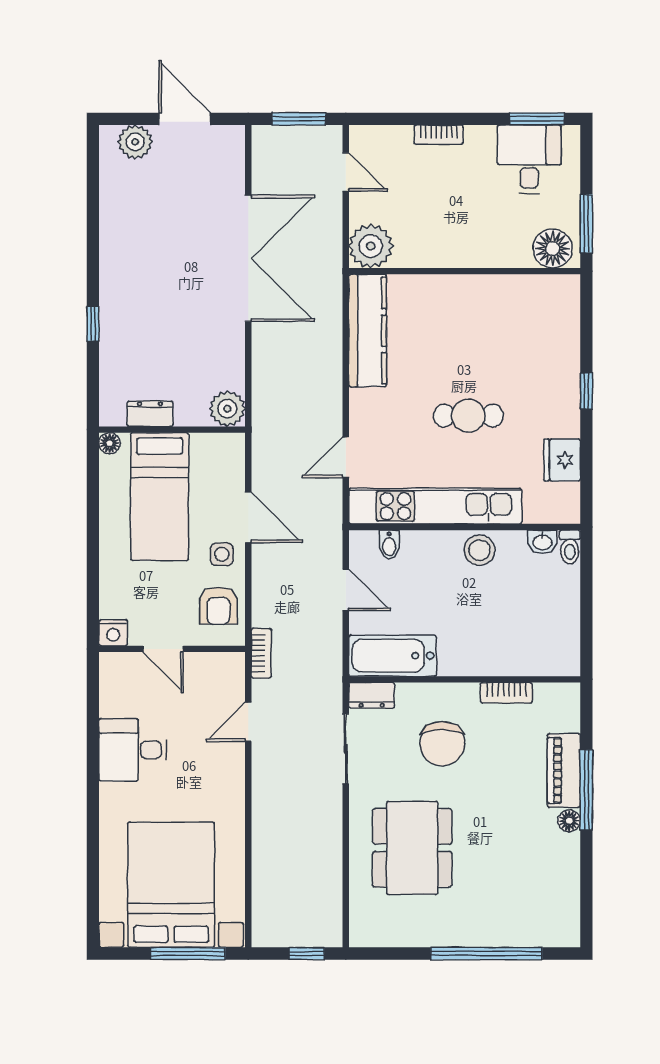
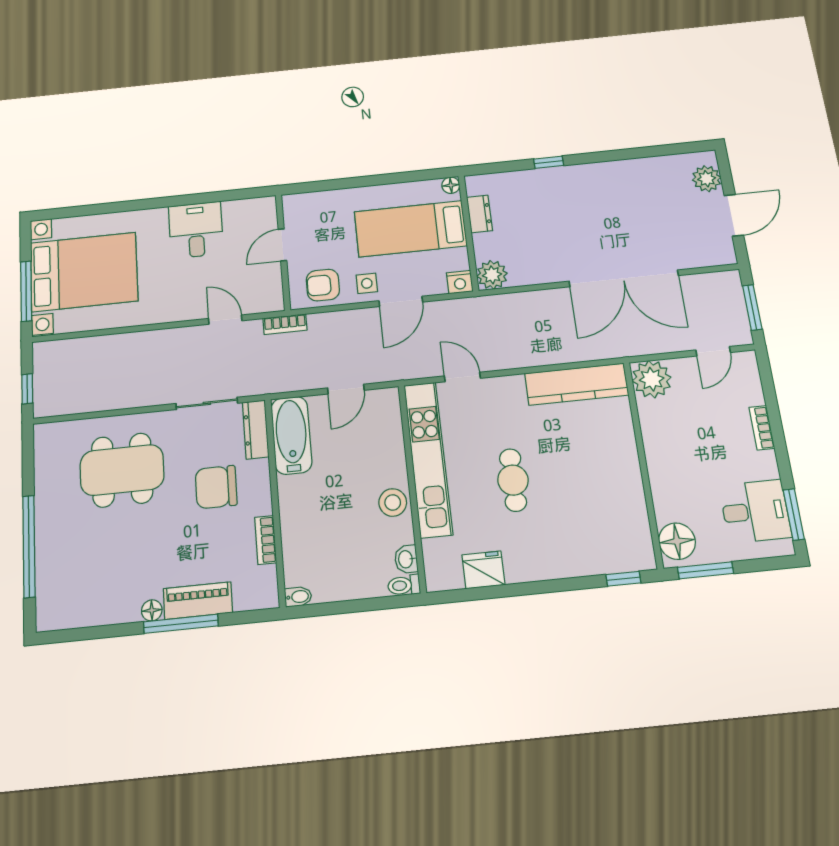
window: (586, 391) -> (623, 579), moved
bidet: (389, 545) -> (298, 597), moved, turned 180
nightstand: (113, 633) -> (460, 282), moved, turned -90
dresser: (372, 695) -> (256, 429), width x1.44

